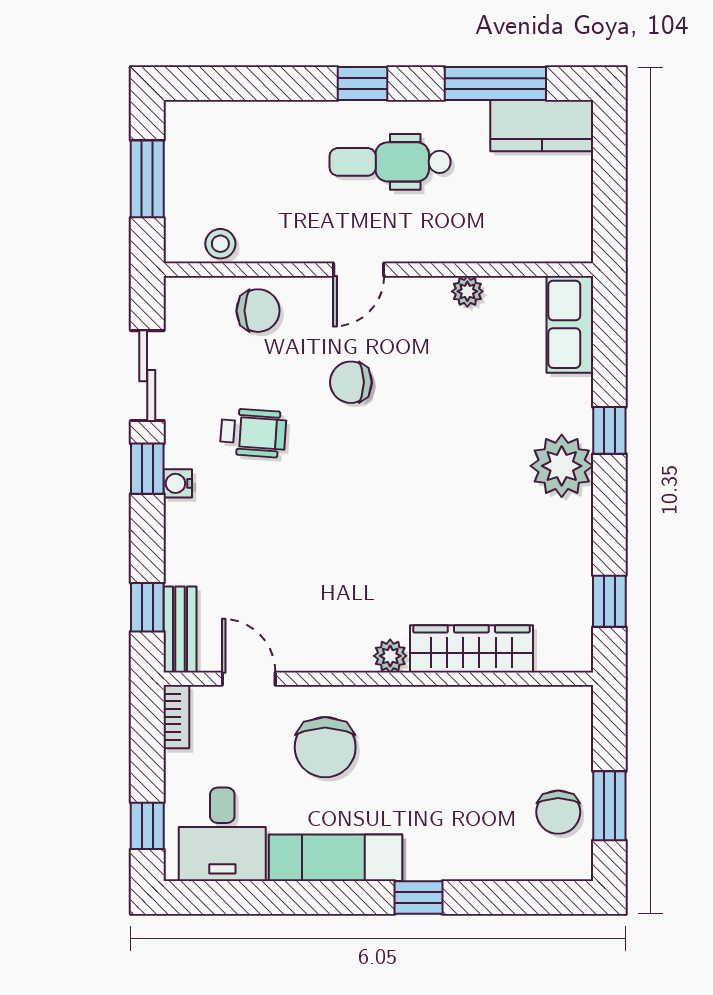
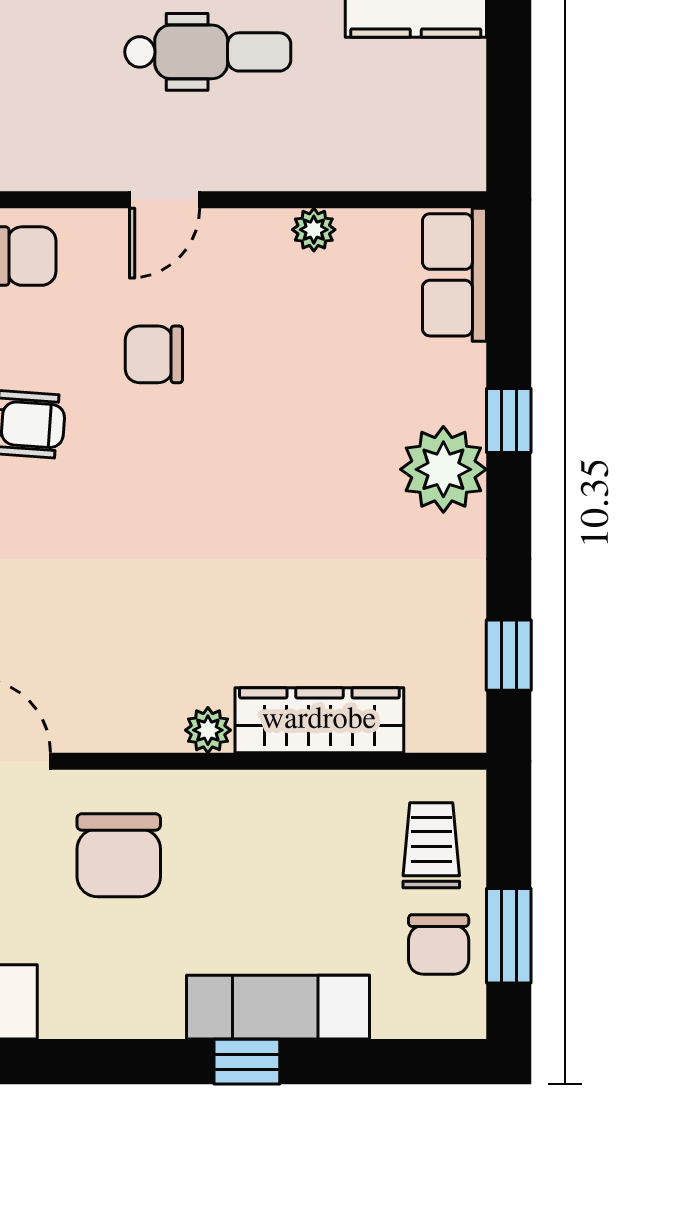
dental chair: (390, 162) -> (208, 52), turned 180
trolley: (553, 740) -> (431, 845), added
exam couch: (336, 858) -> (278, 1007), moved

